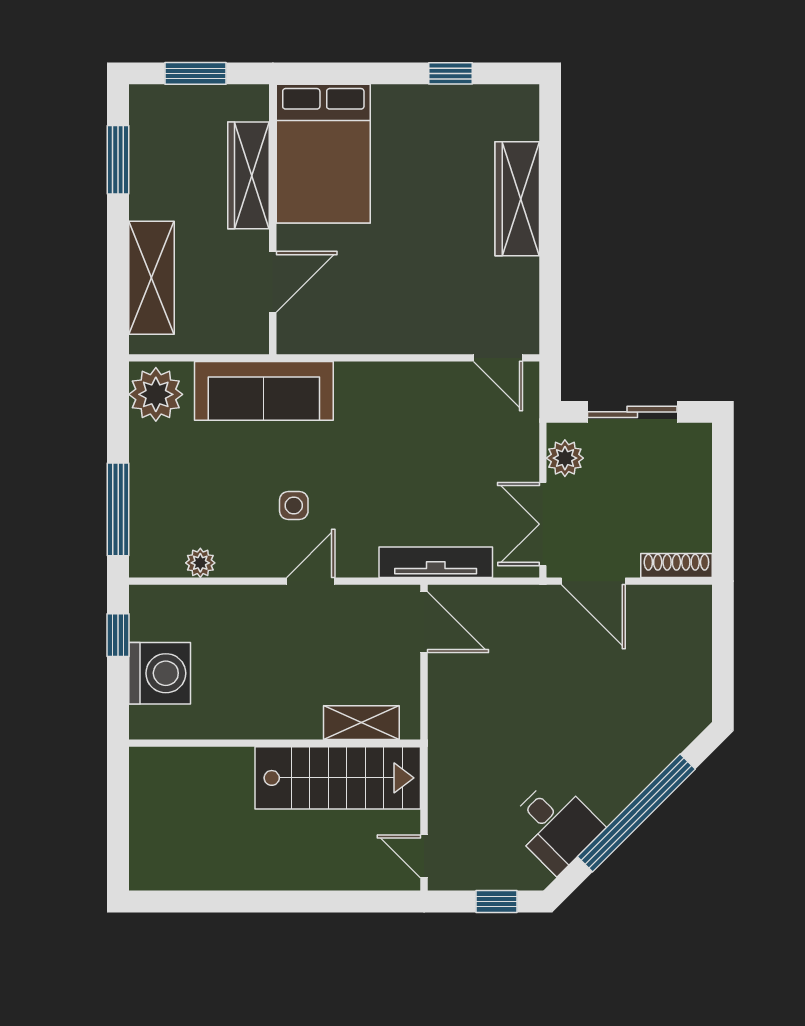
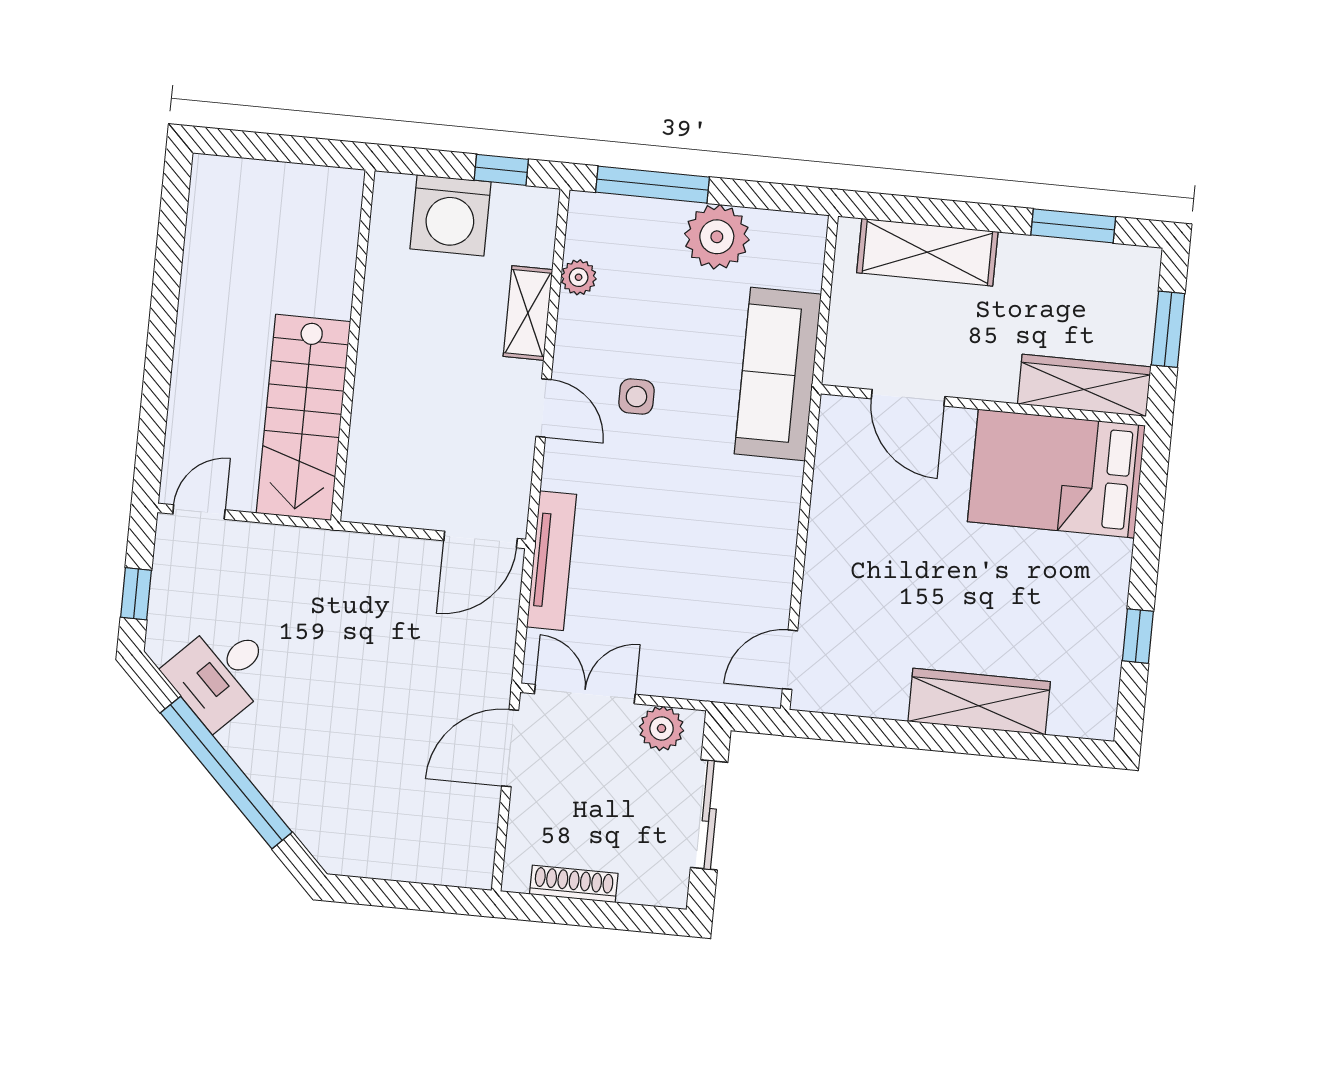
wardrobe: (249, 175) -> (1084, 385), moved
plant: (156, 394) -> (717, 237), moved
shoe rack: (676, 565) -> (574, 884), moved, turned -90
shelving: (361, 723) -> (528, 313), moved

